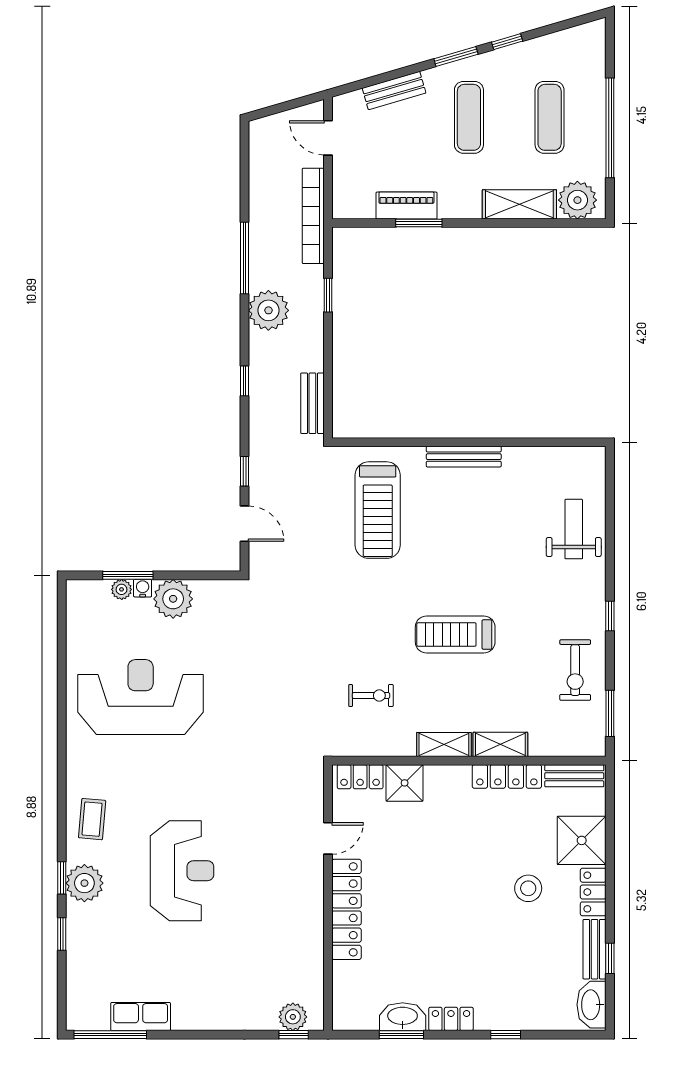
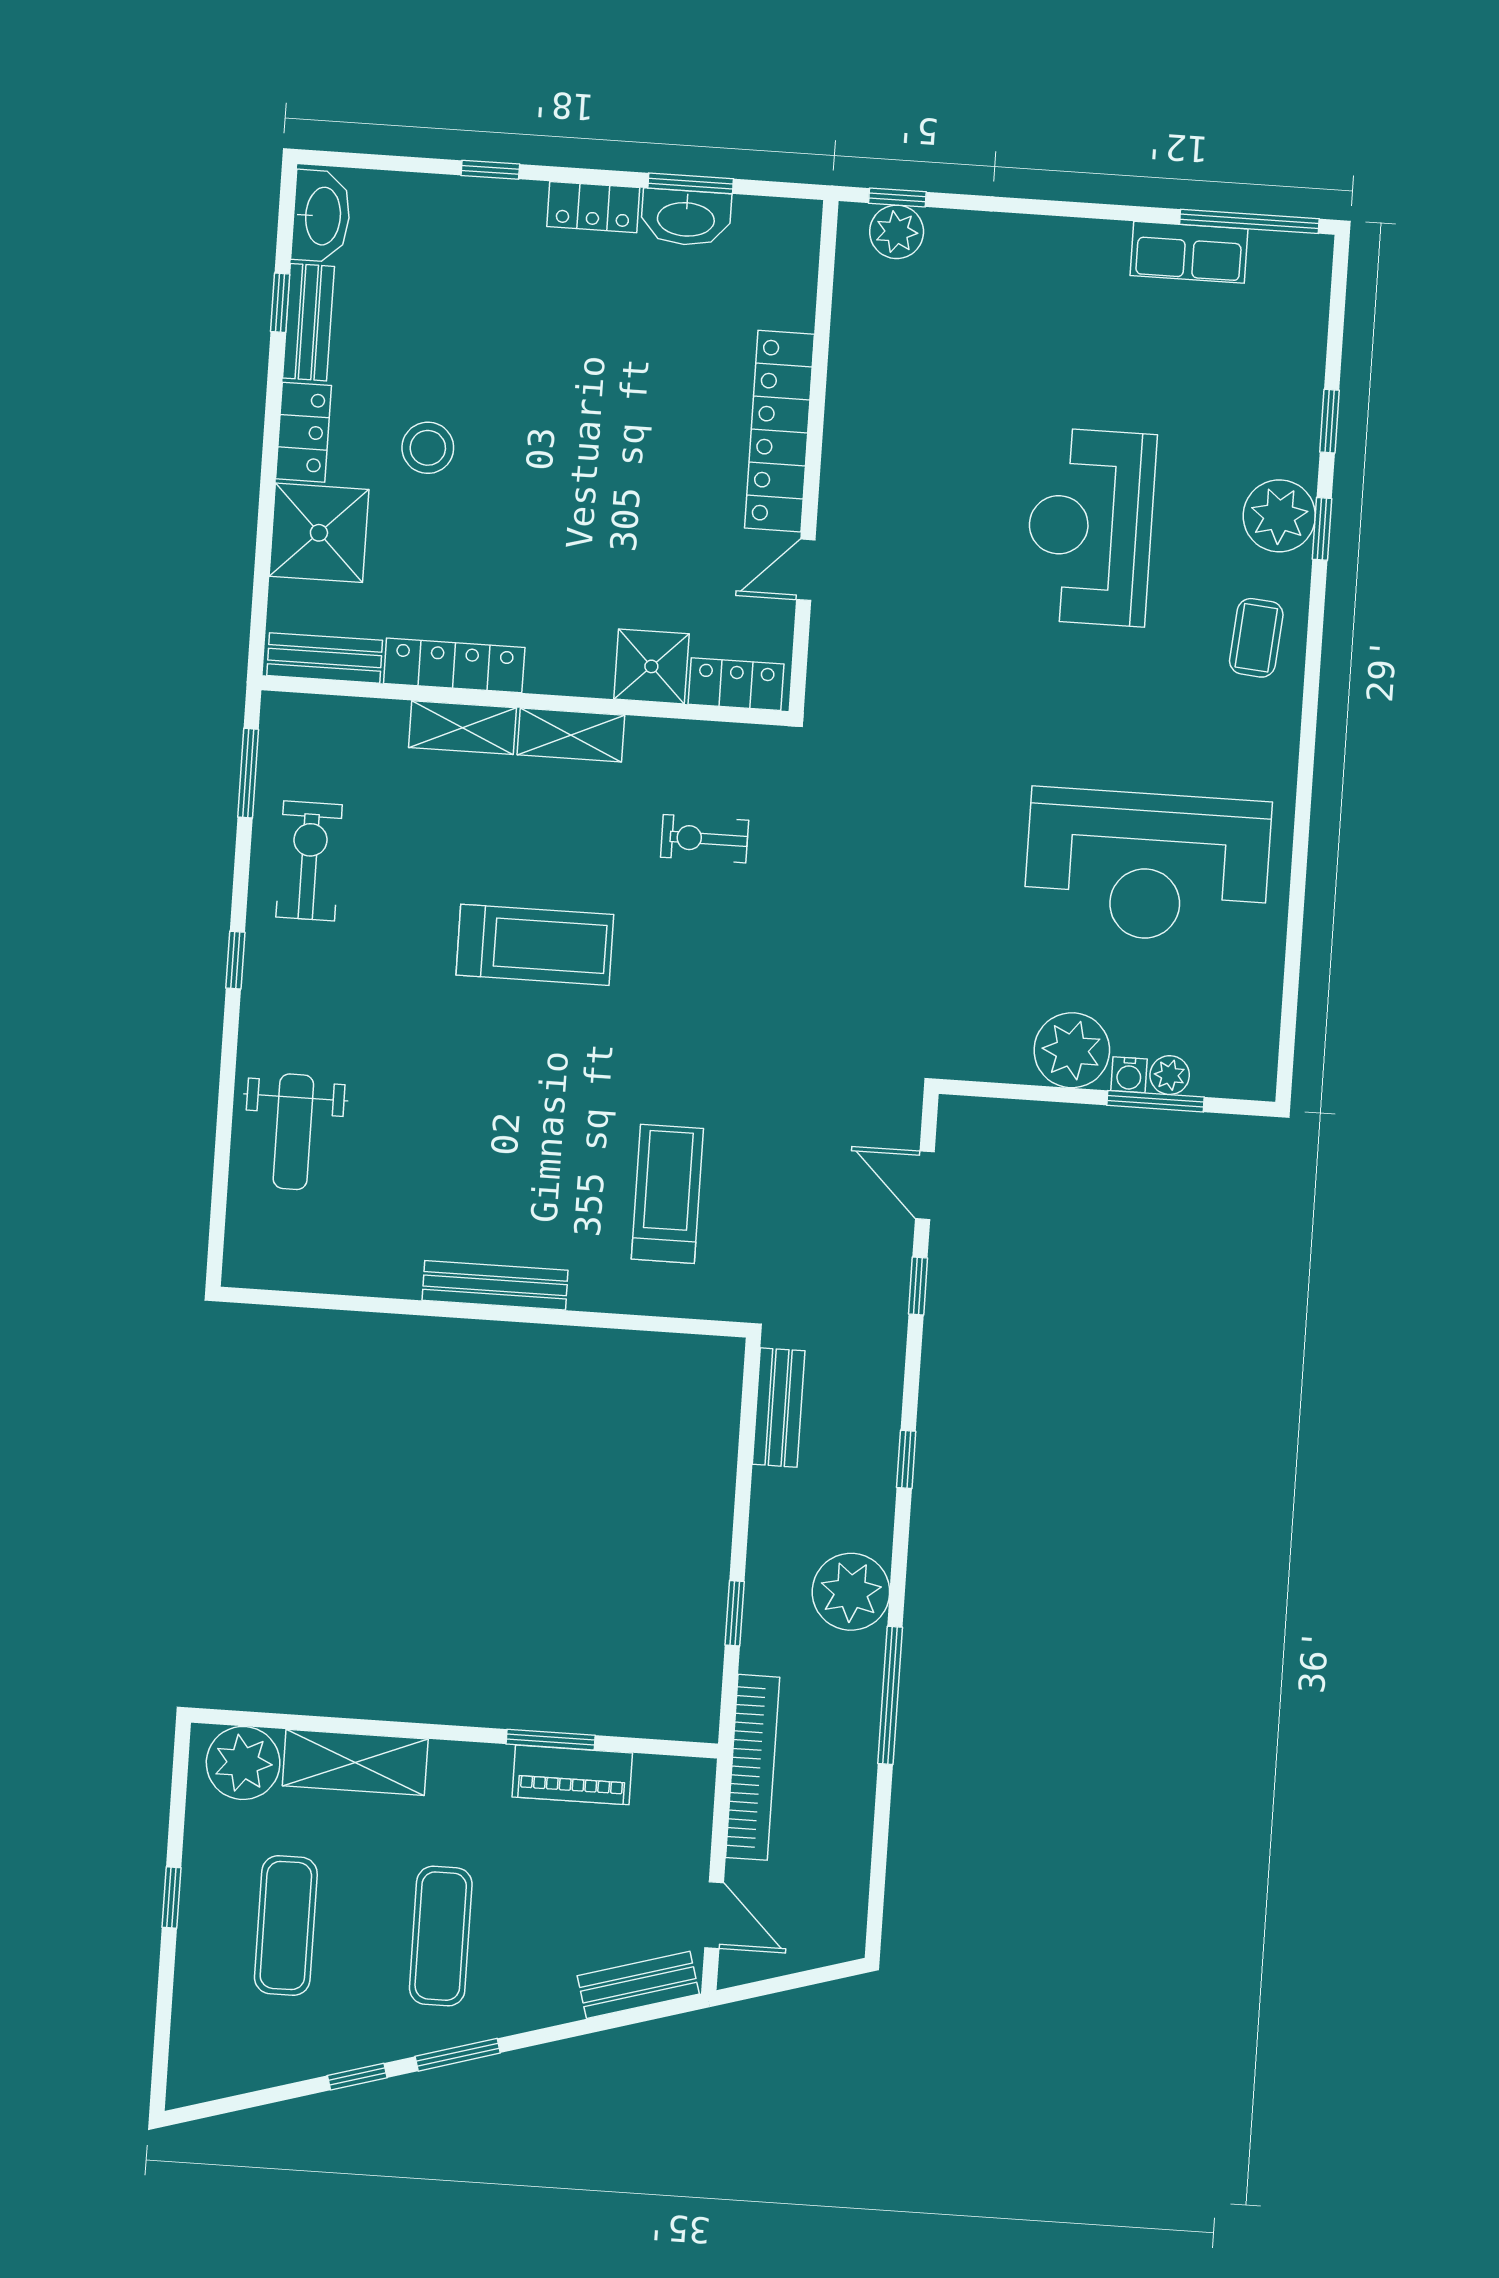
bench: (394, 91) -> (638, 1985), moved
window: (610, 128) -> (171, 1897), width x0.32
treadmill: (378, 510) -> (667, 1194), width x0.73, depth x0.73

